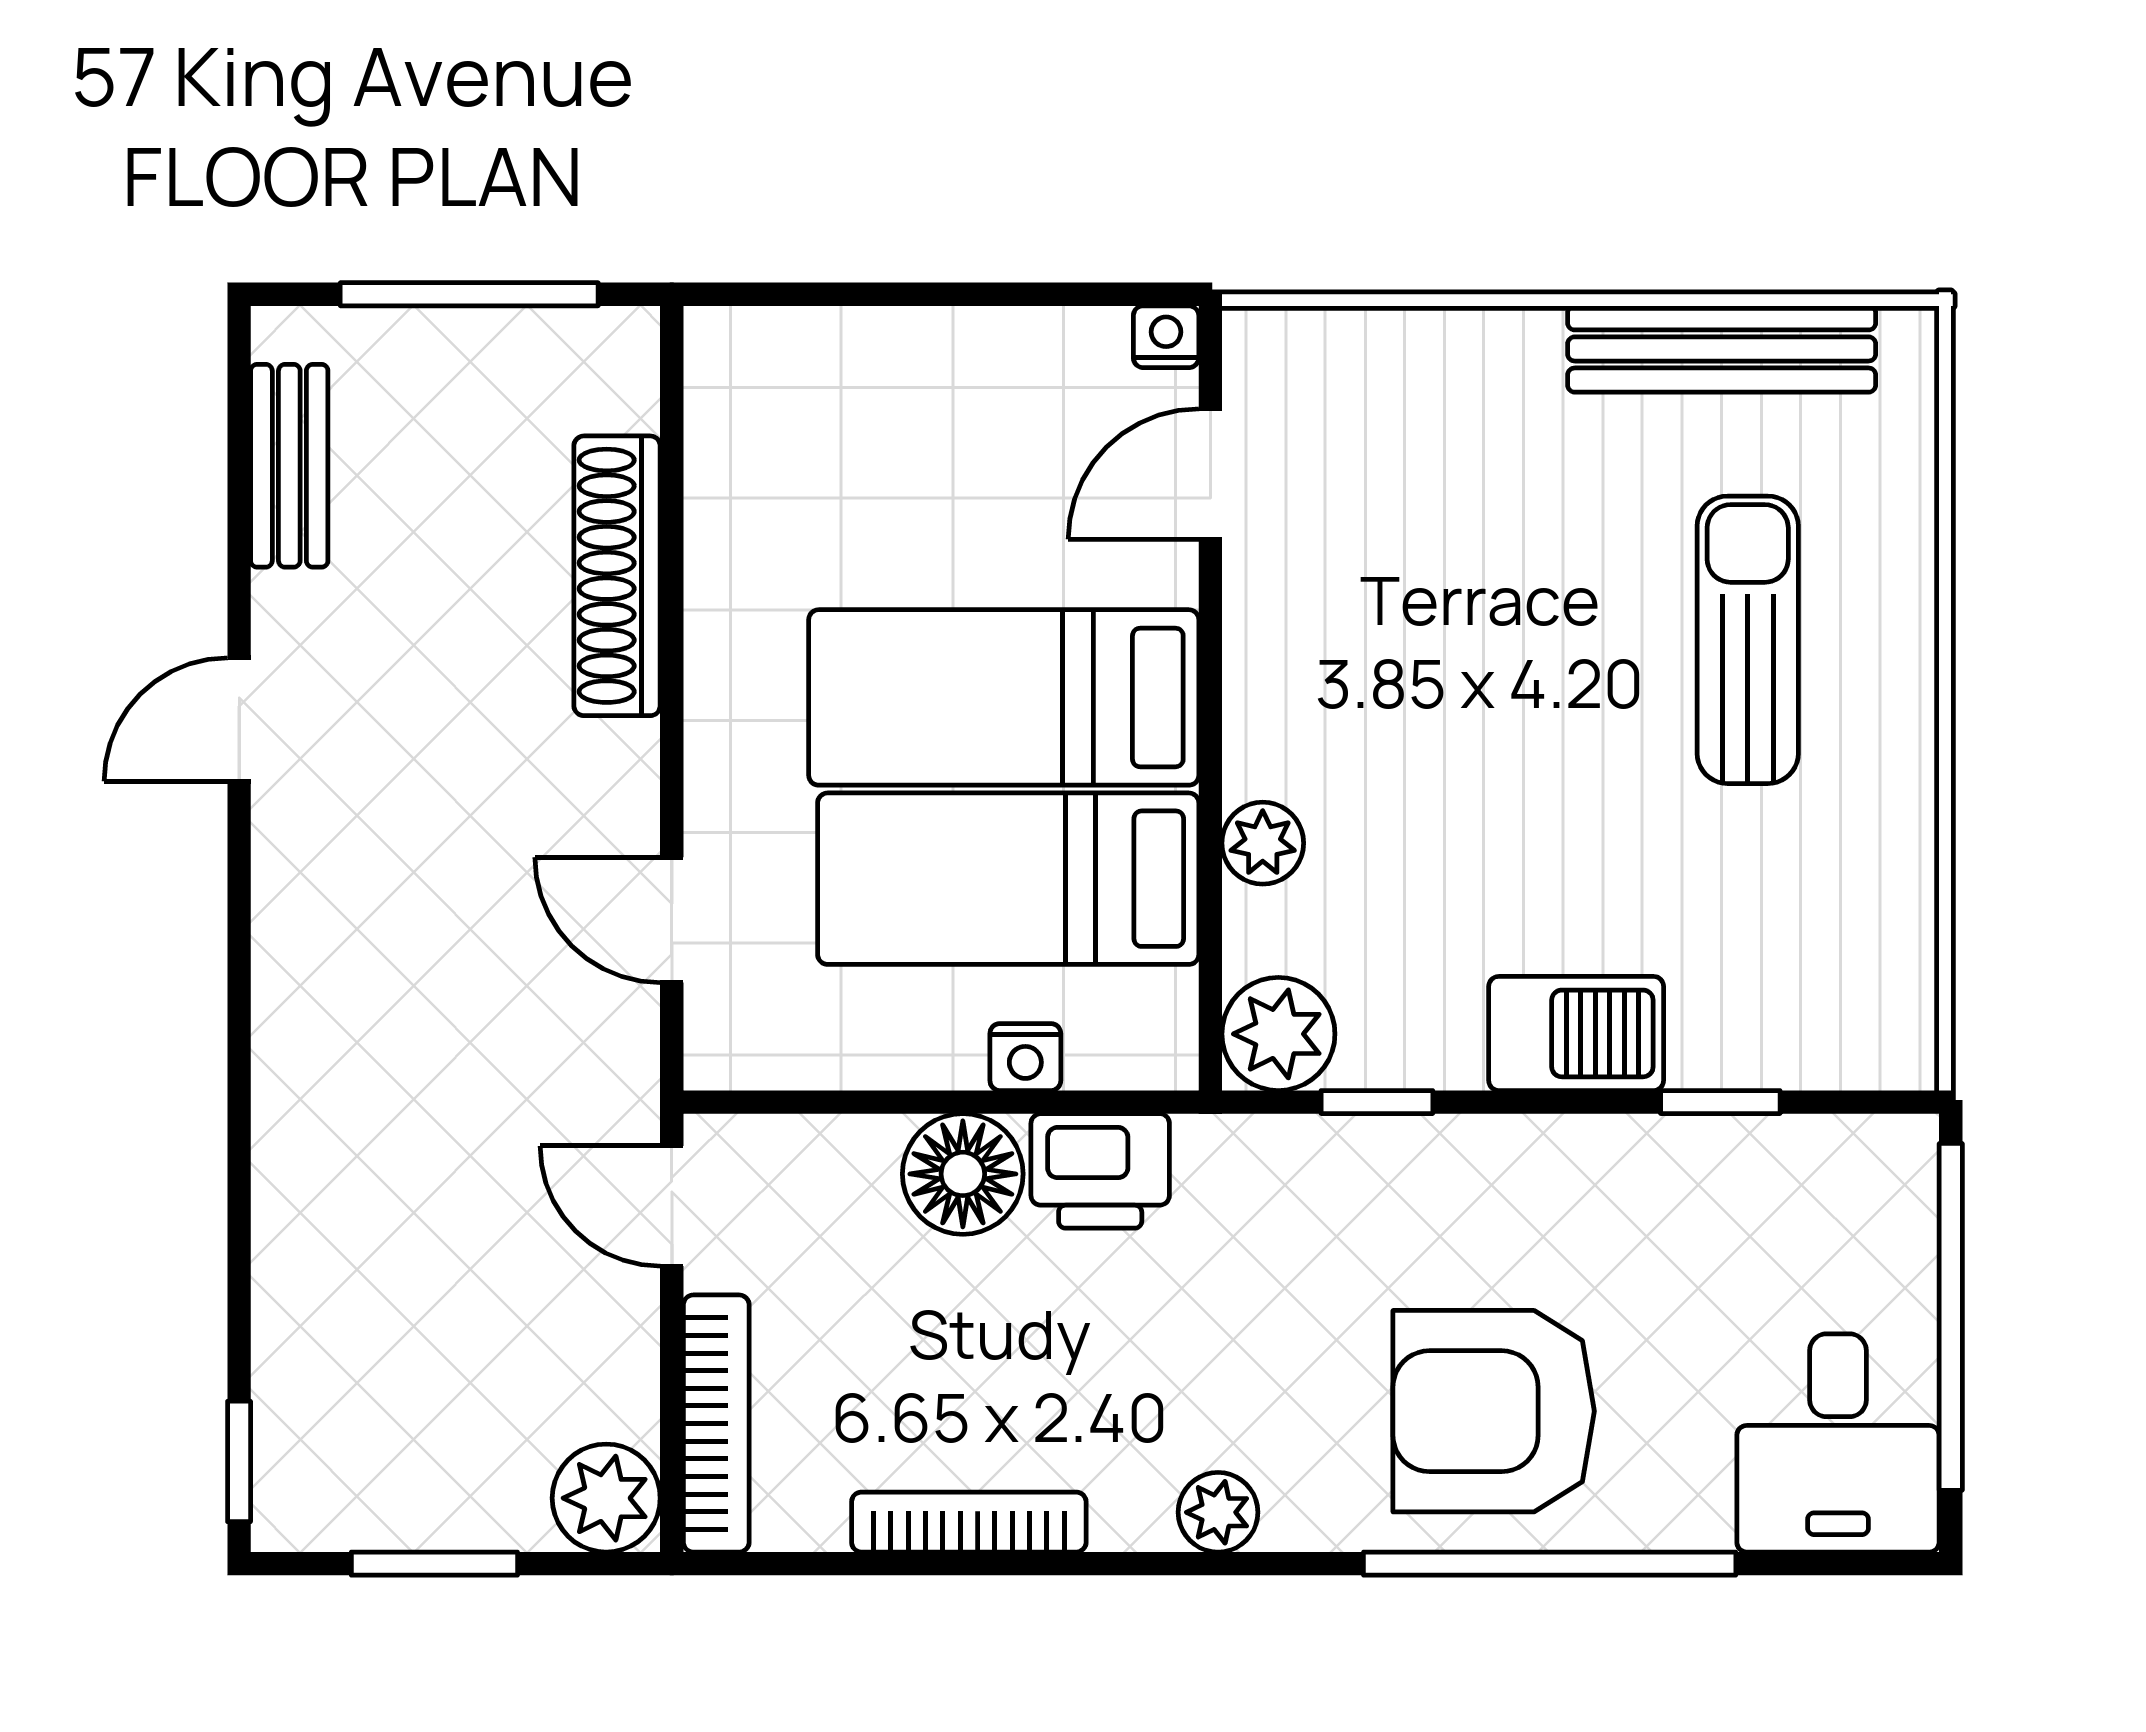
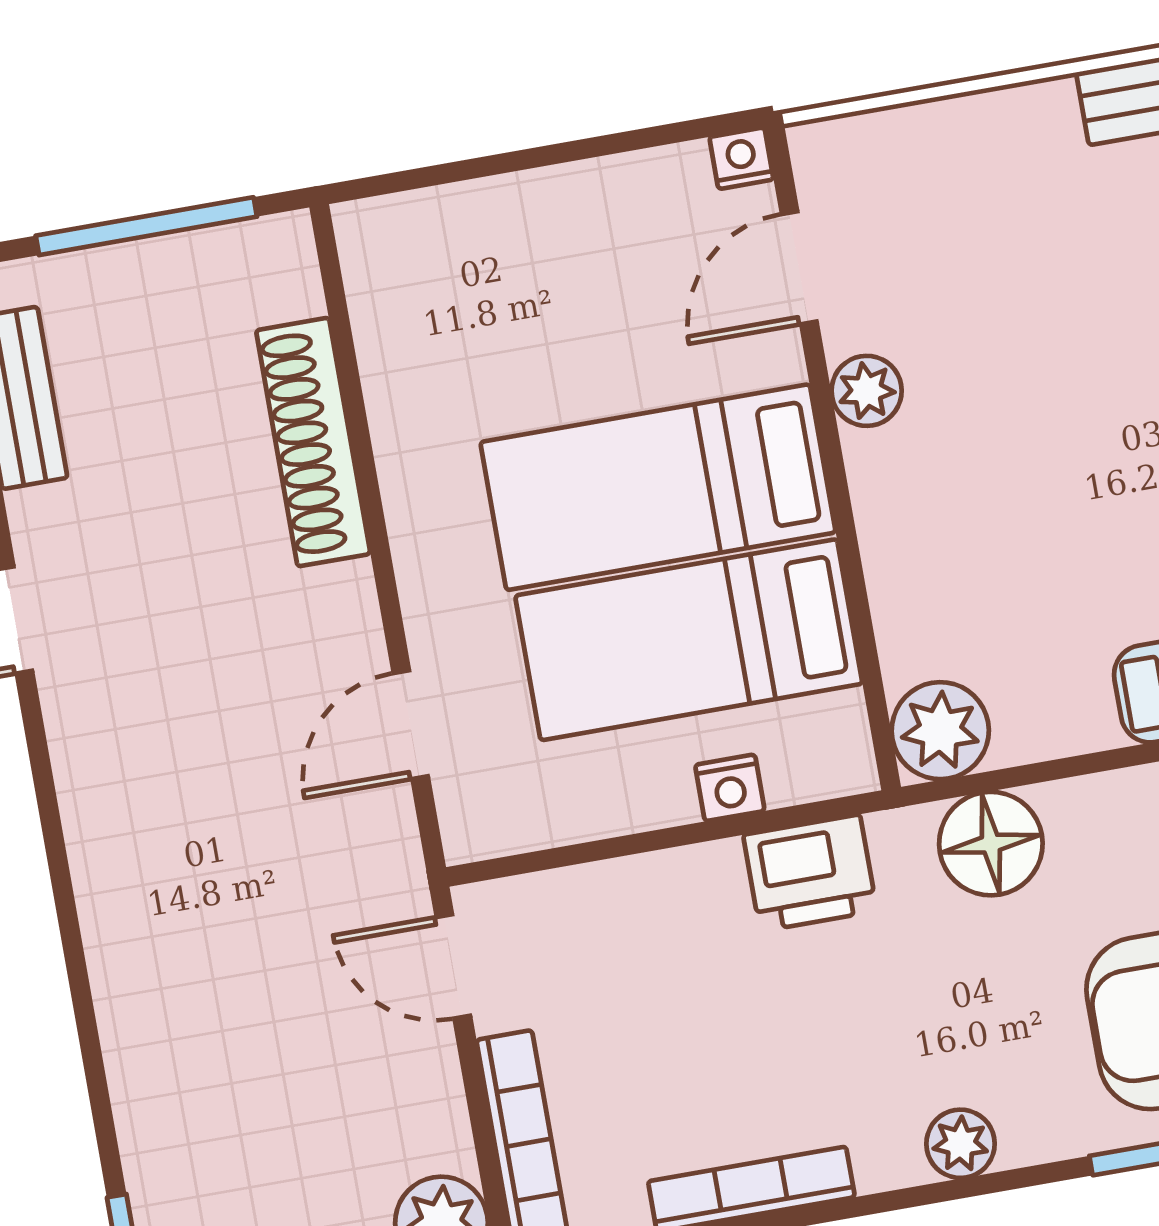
plant: (1263, 843) -> (867, 391), moved
door: (672, 920) -> (411, 725), hinge flipped
window: (1377, 1102) -> (1034, 773), removed
floor lamp: (963, 1174) -> (991, 844), moved

